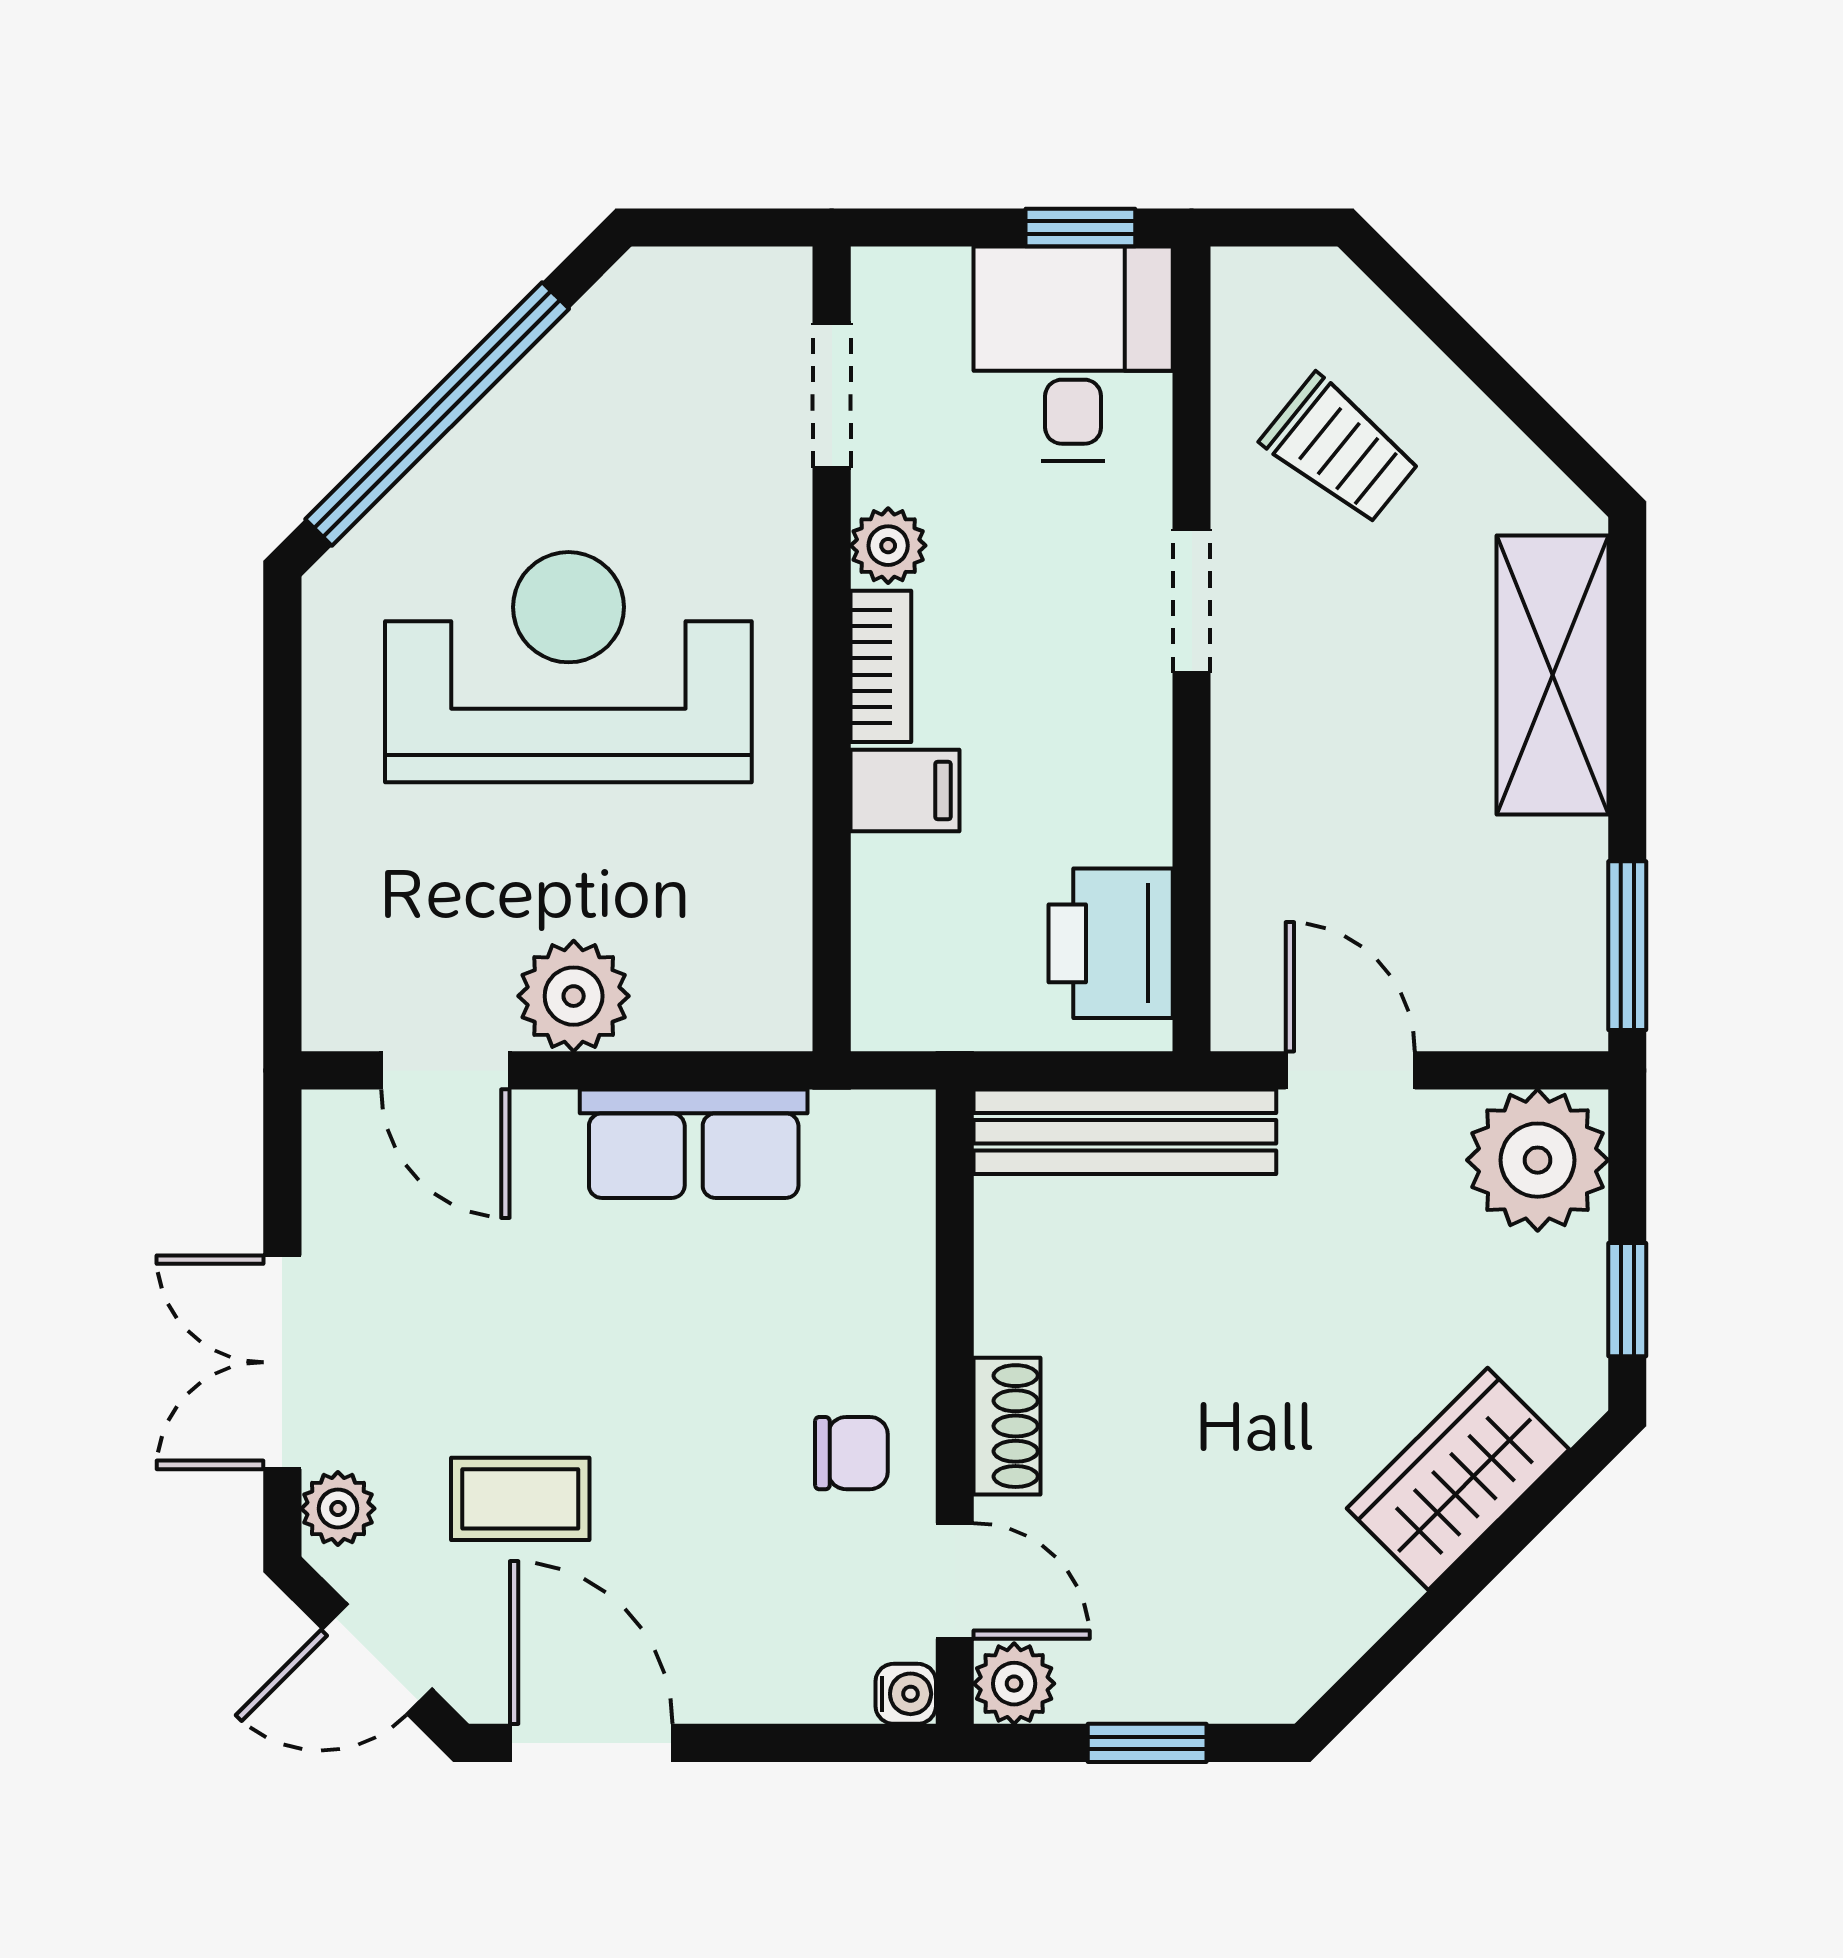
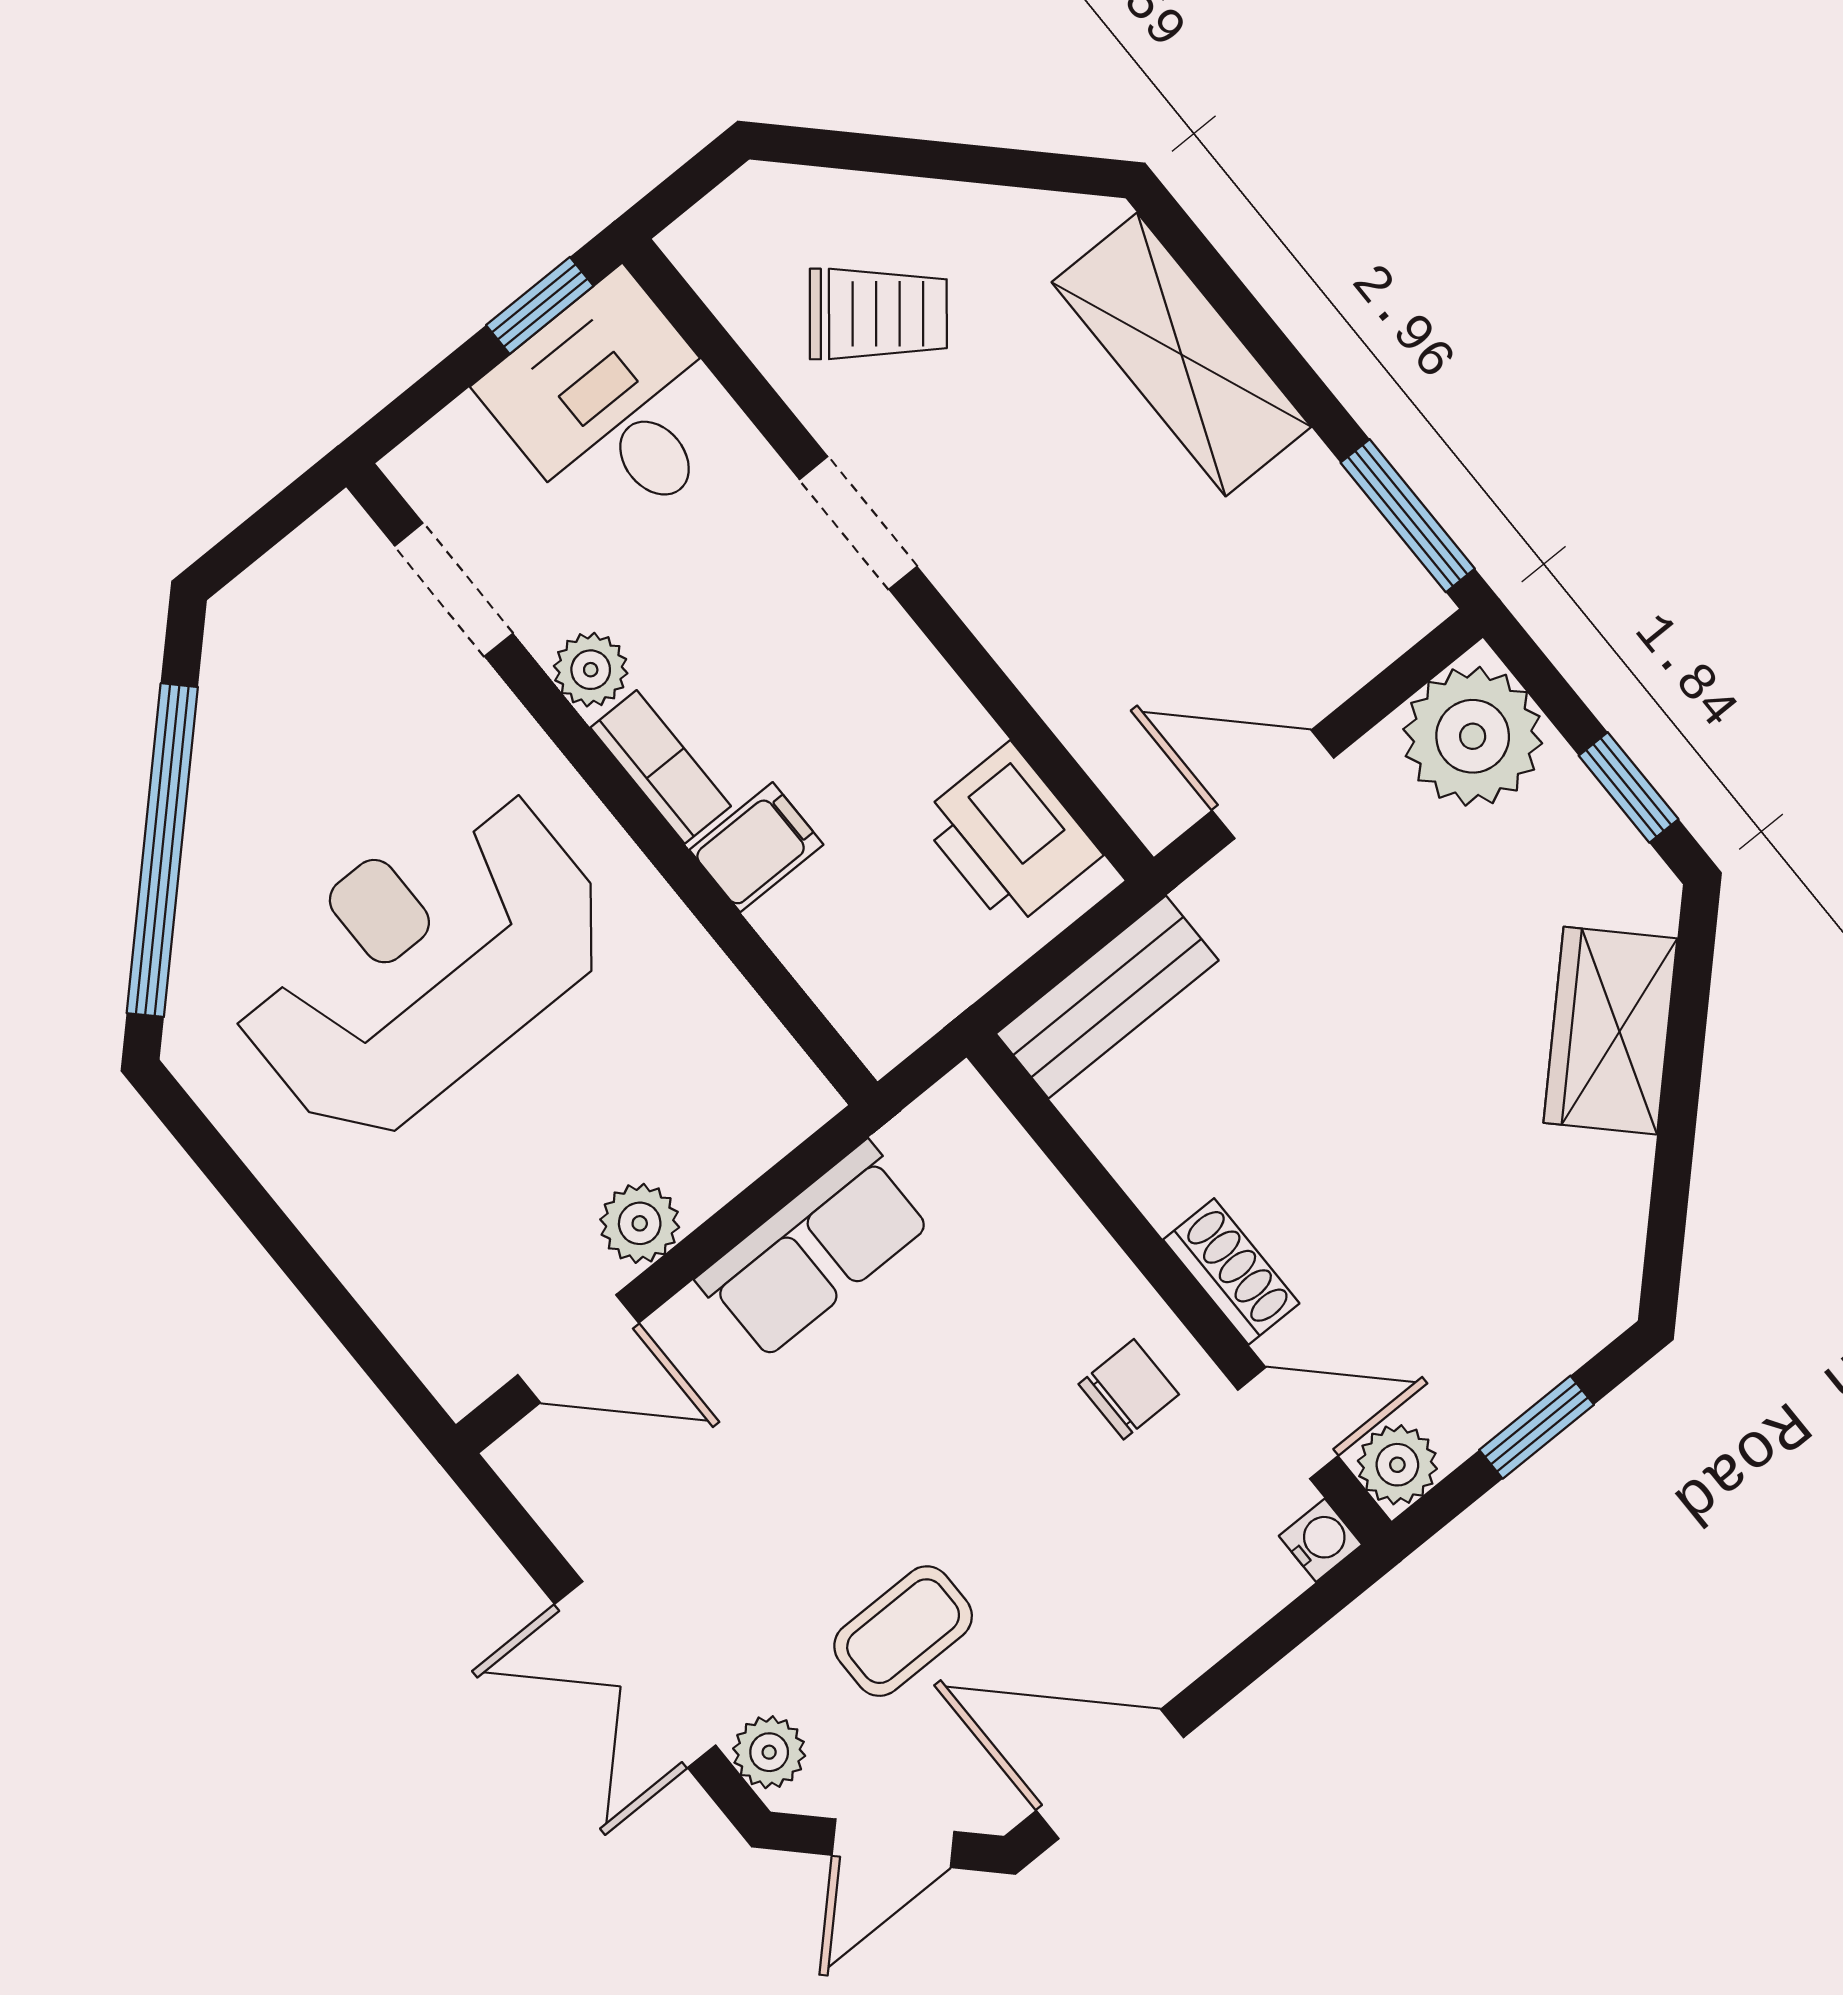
plant: (574, 996) -> (640, 1223), width x0.73, depth x0.73
bench: (1125, 1132) -> (1107, 997), width x0.73

